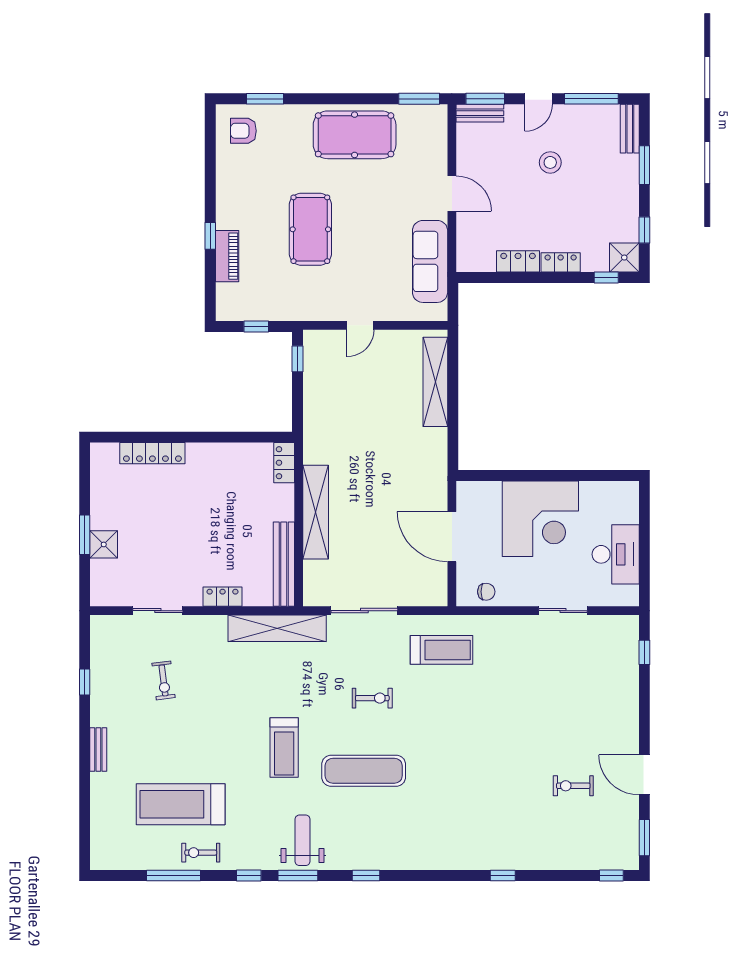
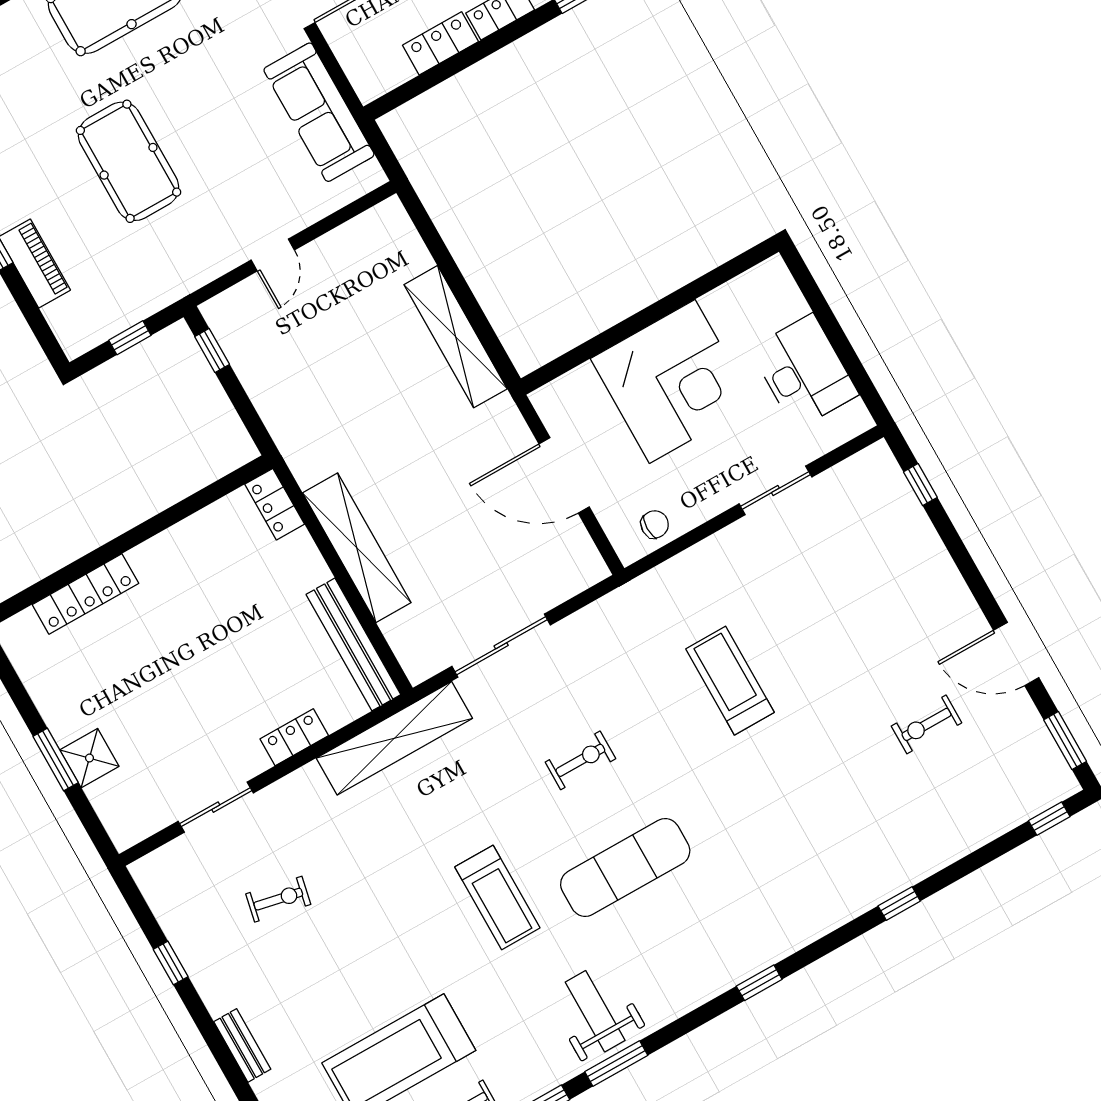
shelving: (435, 382) -> (456, 337), moved
treadmill: (441, 650) -> (730, 681), moved, turned -90
exercise bike: (164, 680) -> (278, 899), turned -71
window: (366, 876) -> (759, 983), moved

